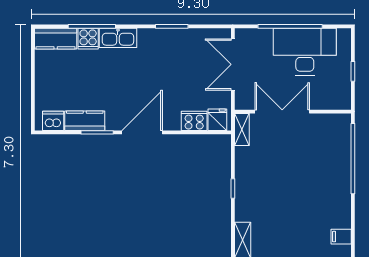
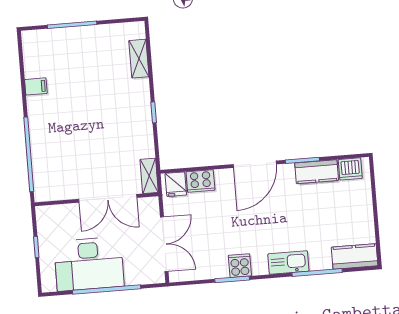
cooker: (88, 39) -> (240, 266), moved
filing cabinet: (341, 237) -> (36, 86), moved

